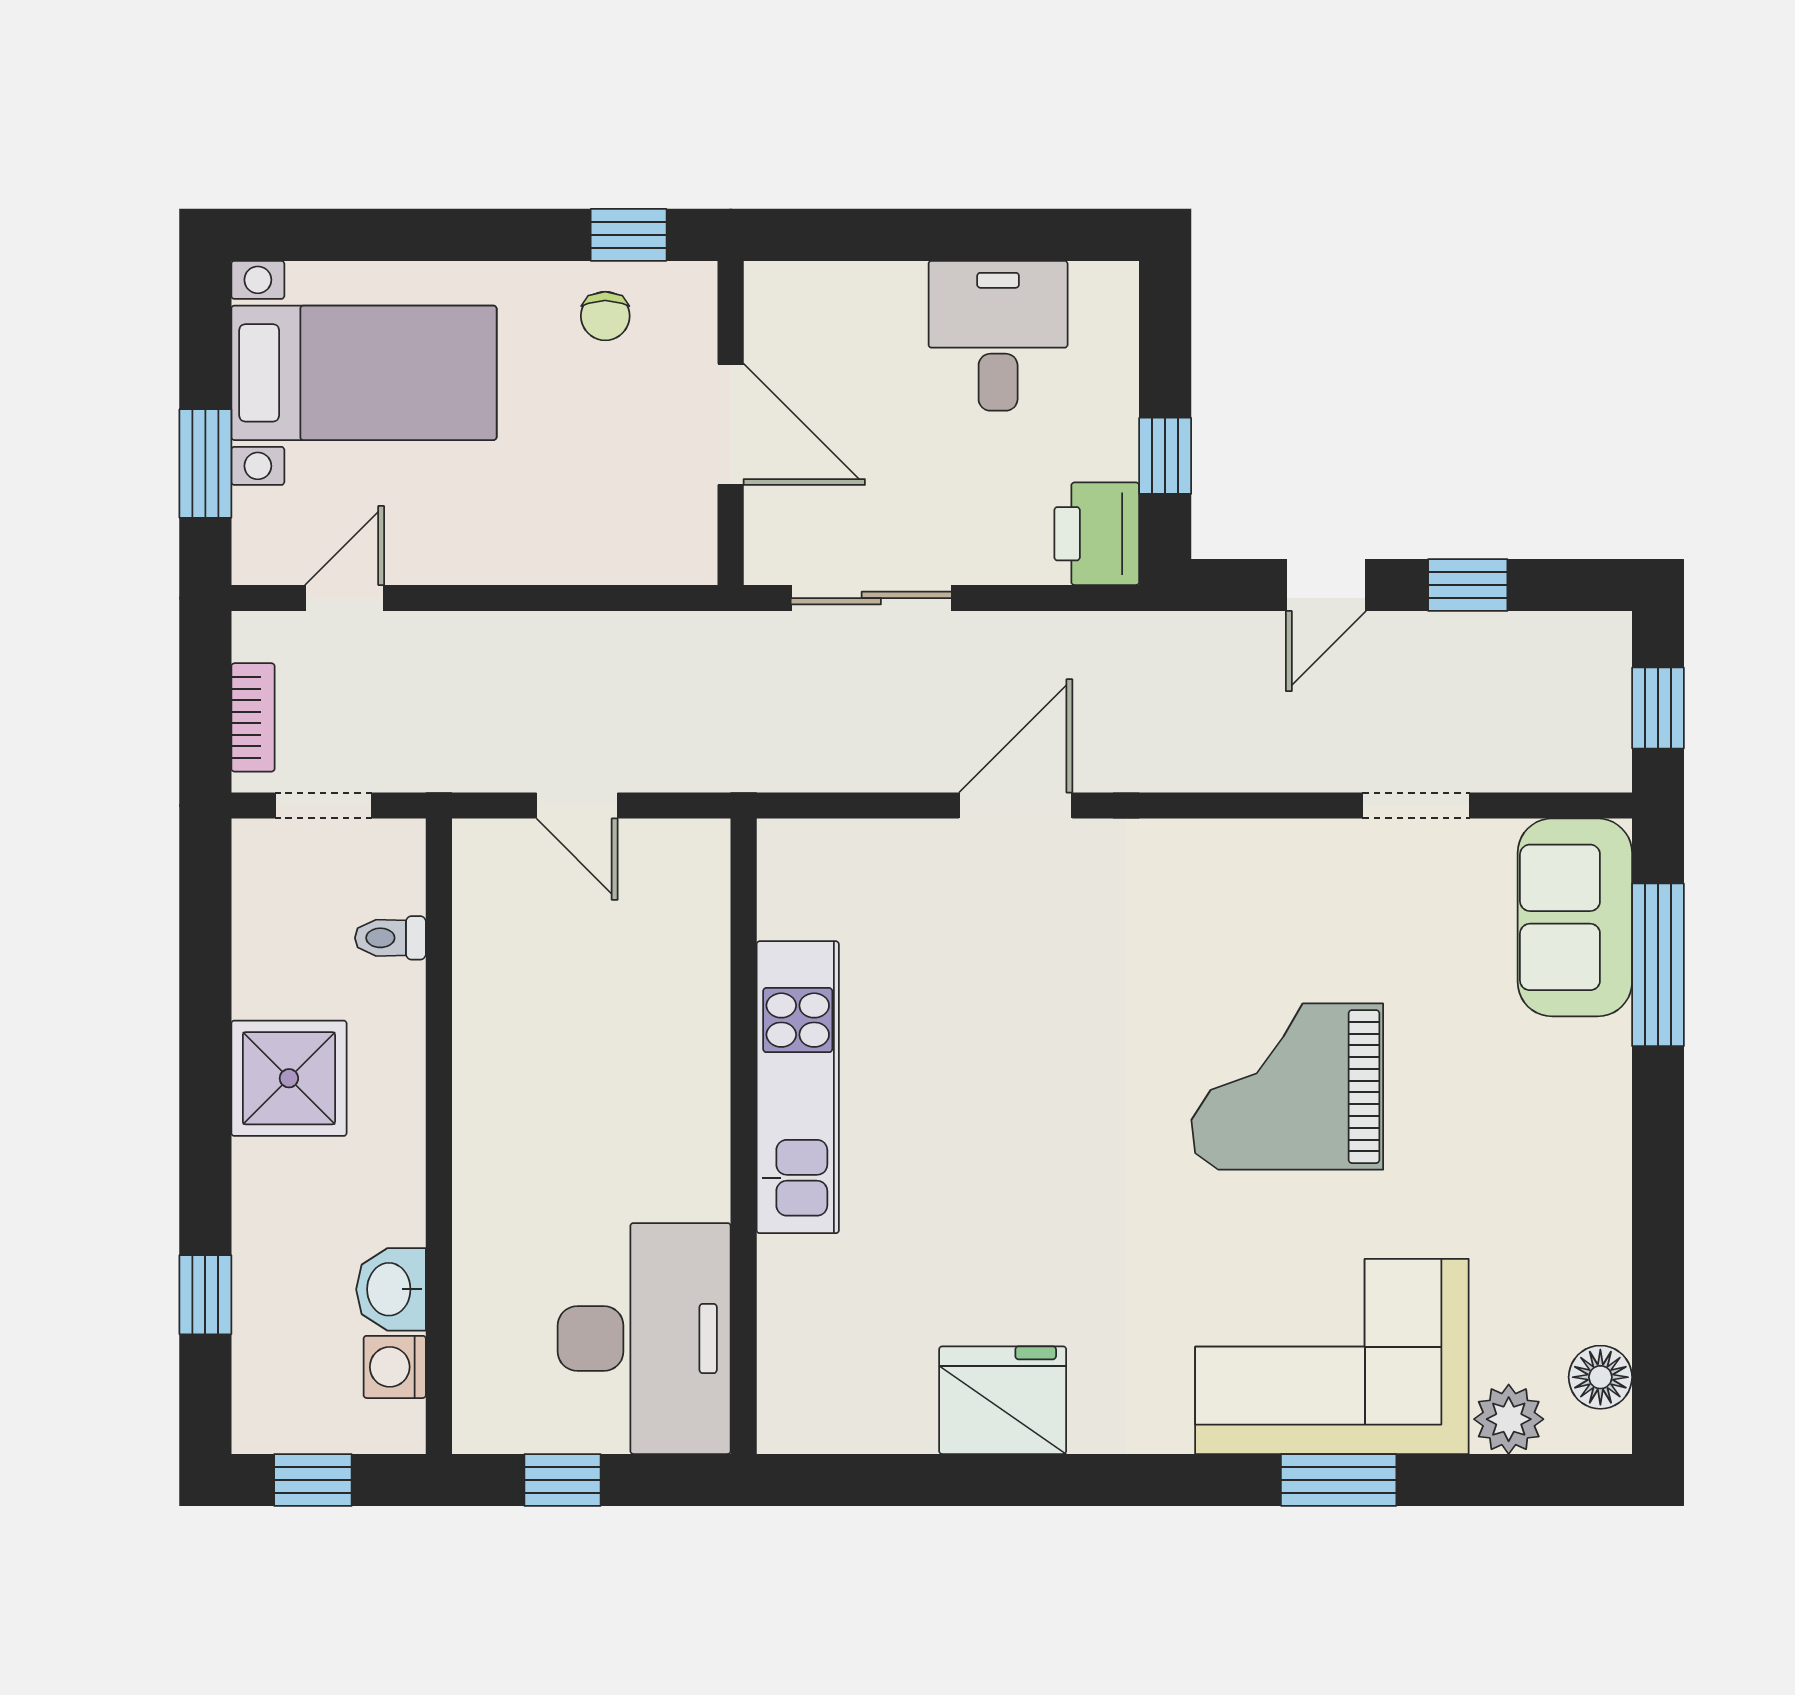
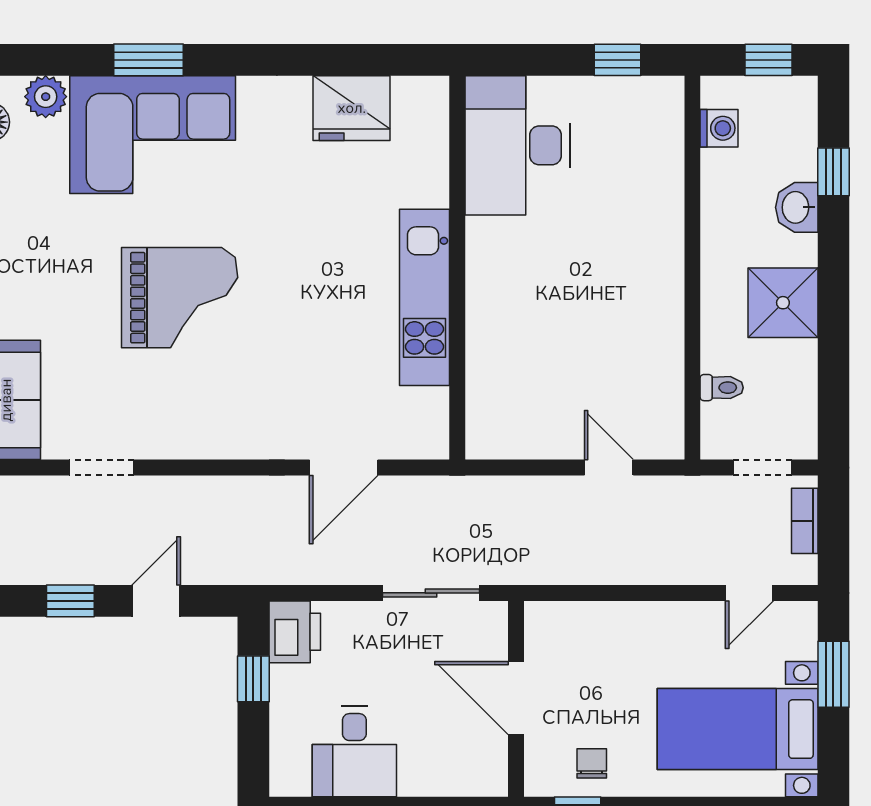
kitchen unit: (798, 1087) -> (424, 297), moved
wall: (744, 1136) -> (457, 268), moved
washbasin: (391, 1289) -> (797, 207), moved, turned 180
desk: (644, 1339) -> (517, 145), moved

